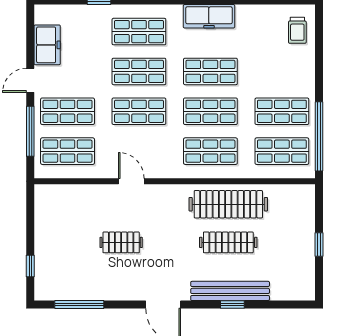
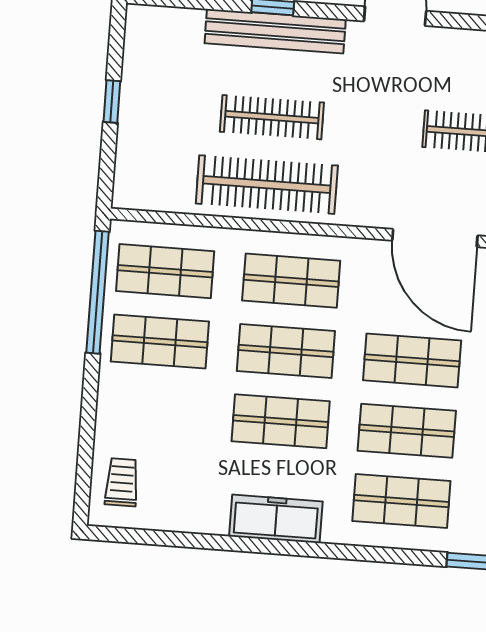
door: (131, 181) -> (435, 238), width x1.87

